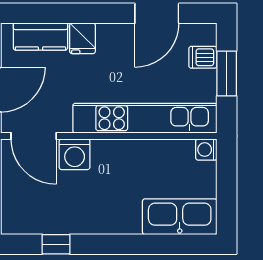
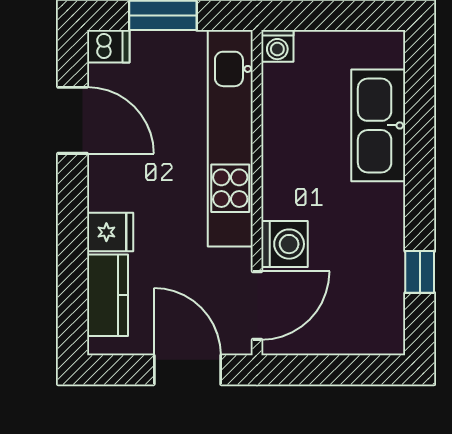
dishwasher: (203, 57) -> (108, 46), moved, turned -90
kitchen sink: (180, 217) -> (378, 125), moved

